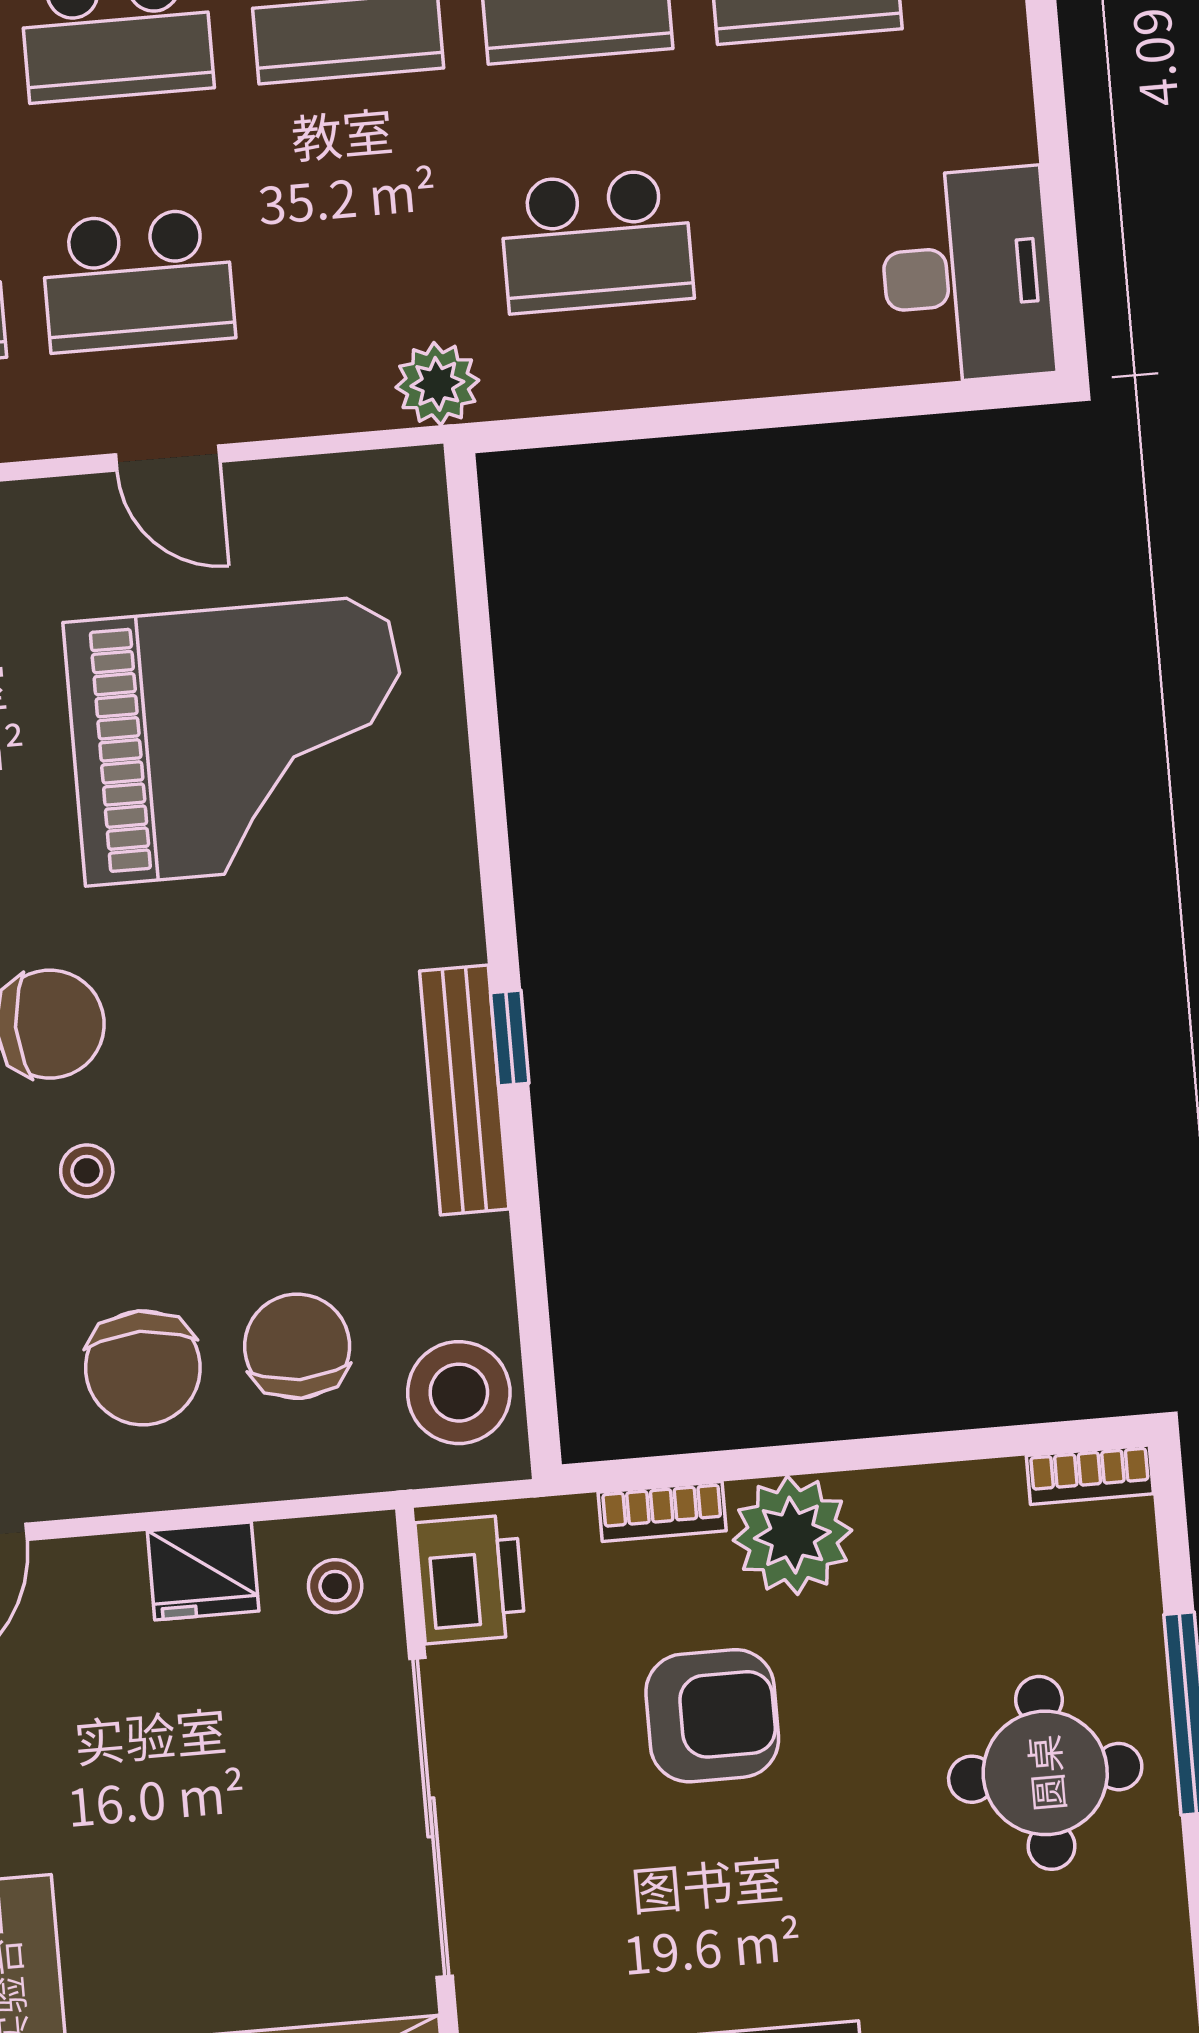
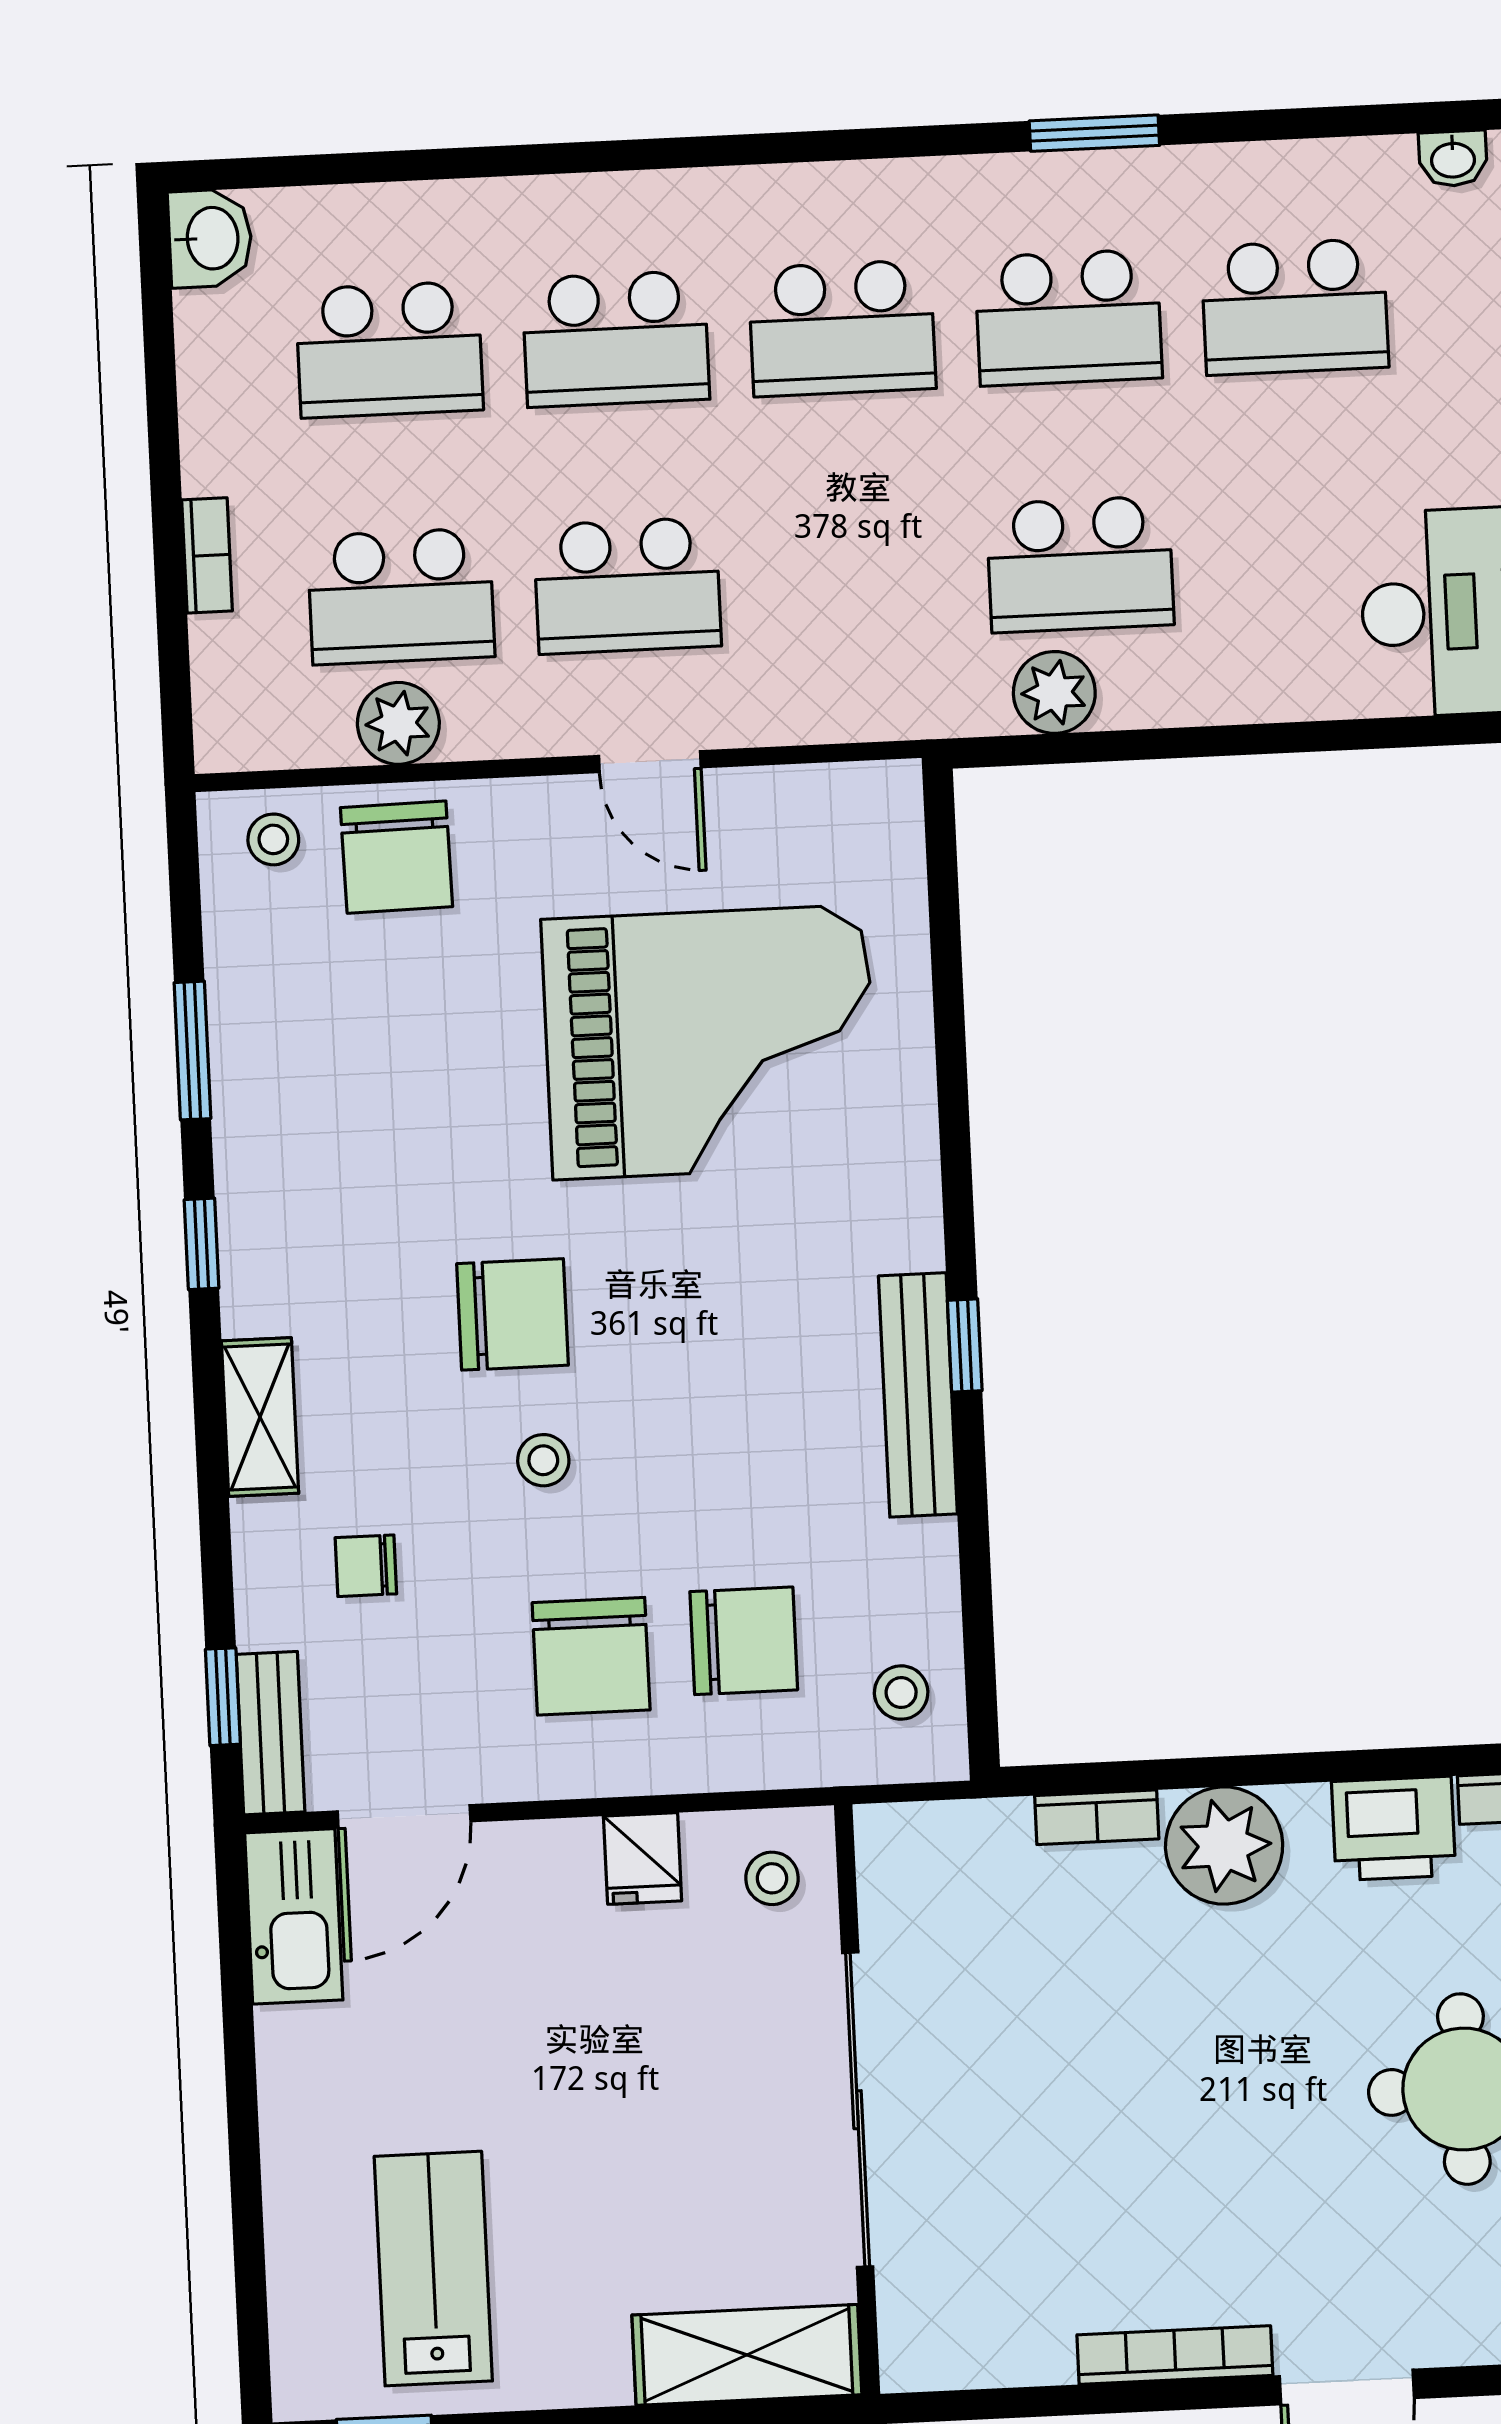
plant: (437, 384) -> (1054, 692), moved
chair: (297, 1346) -> (744, 1641), turned 90
stool: (459, 1393) -> (901, 1693), width x0.53, depth x0.53
fridge: (203, 1571) -> (643, 1858), width x0.72
printer: (470, 1579) -> (1394, 1828), moved, turned 90
armchair: (712, 1716) -> (1138, 2020), removed

